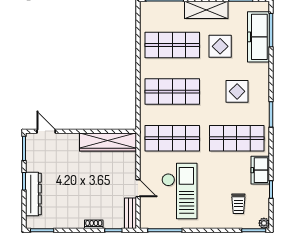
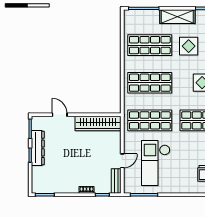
door: (46, 131) -> (60, 115), moved
door: (138, 188) -> (122, 161), hinge flipped
checkout: (179, 191) -> (156, 163), turned 180
dresser: (33, 194) -> (38, 148), moved

